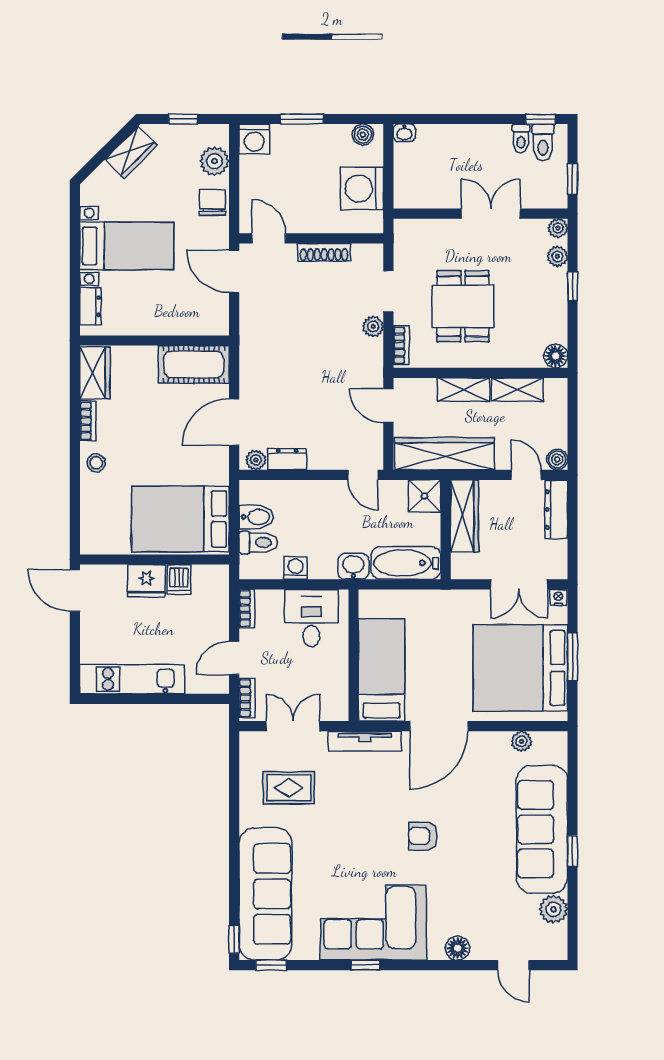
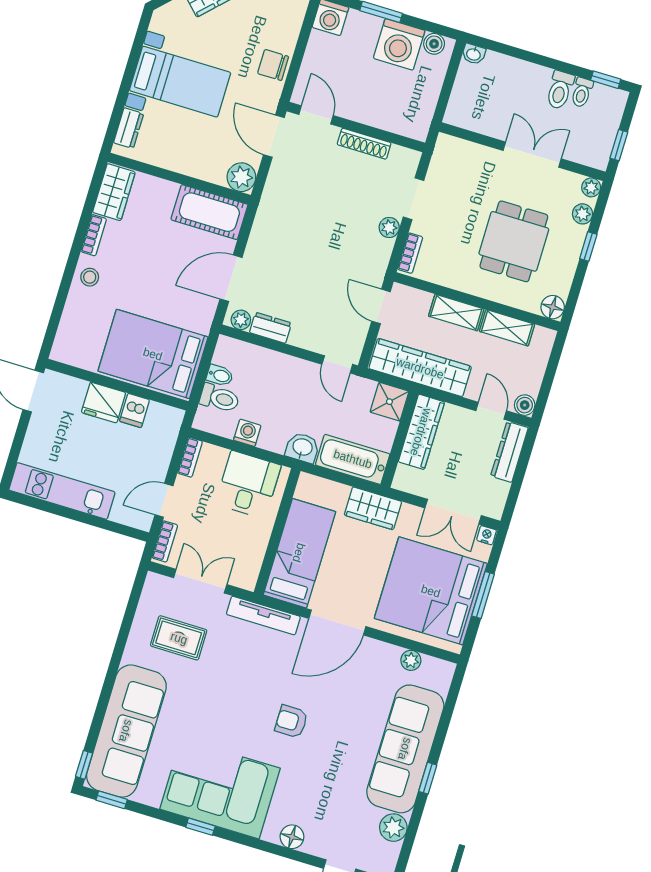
toilet: (543, 142) -> (560, 90), moved
plant: (215, 161) -> (241, 177), moved
washing machine: (362, 189) -> (399, 44), moved, turned -90
chair: (212, 202) -> (273, 65), turned -90
dining table: (463, 306) -> (514, 241), moved
bidet: (256, 517) -> (220, 375), width x0.72, depth x0.74
wardrobe: (440, 605) -> (373, 508), added

